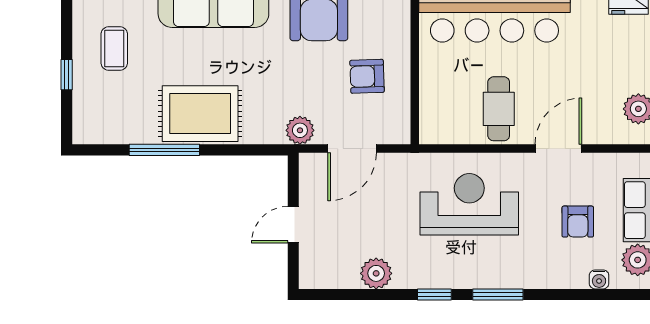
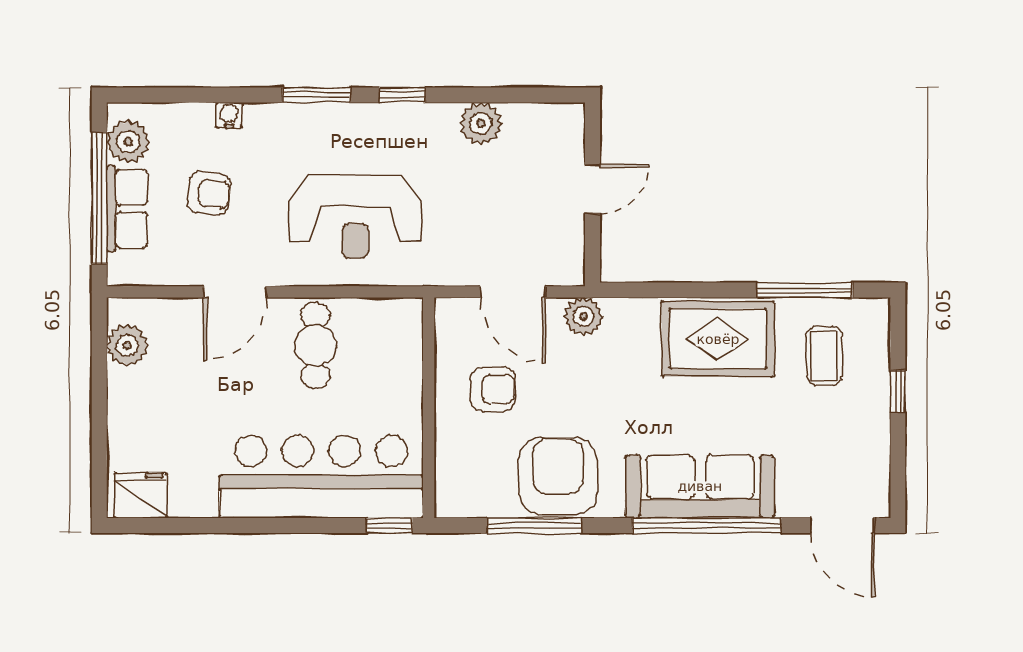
coffee table: (114, 48) -> (824, 356), moved
door: (352, 148) -> (513, 292), swing flipped
window: (164, 150) -> (805, 290), moved
armchair: (578, 222) -> (209, 193), turned 96
water cooler: (599, 279) -> (229, 115), moved

